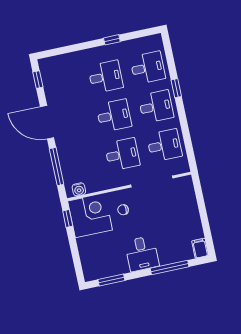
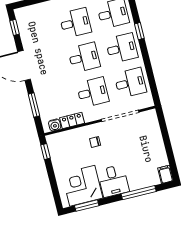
window: (57, 166) -> (34, 105), width x0.69
locker: (98, 185) -> (72, 120), added
corner desk: (90, 216) -> (82, 186), moved, turned -90

